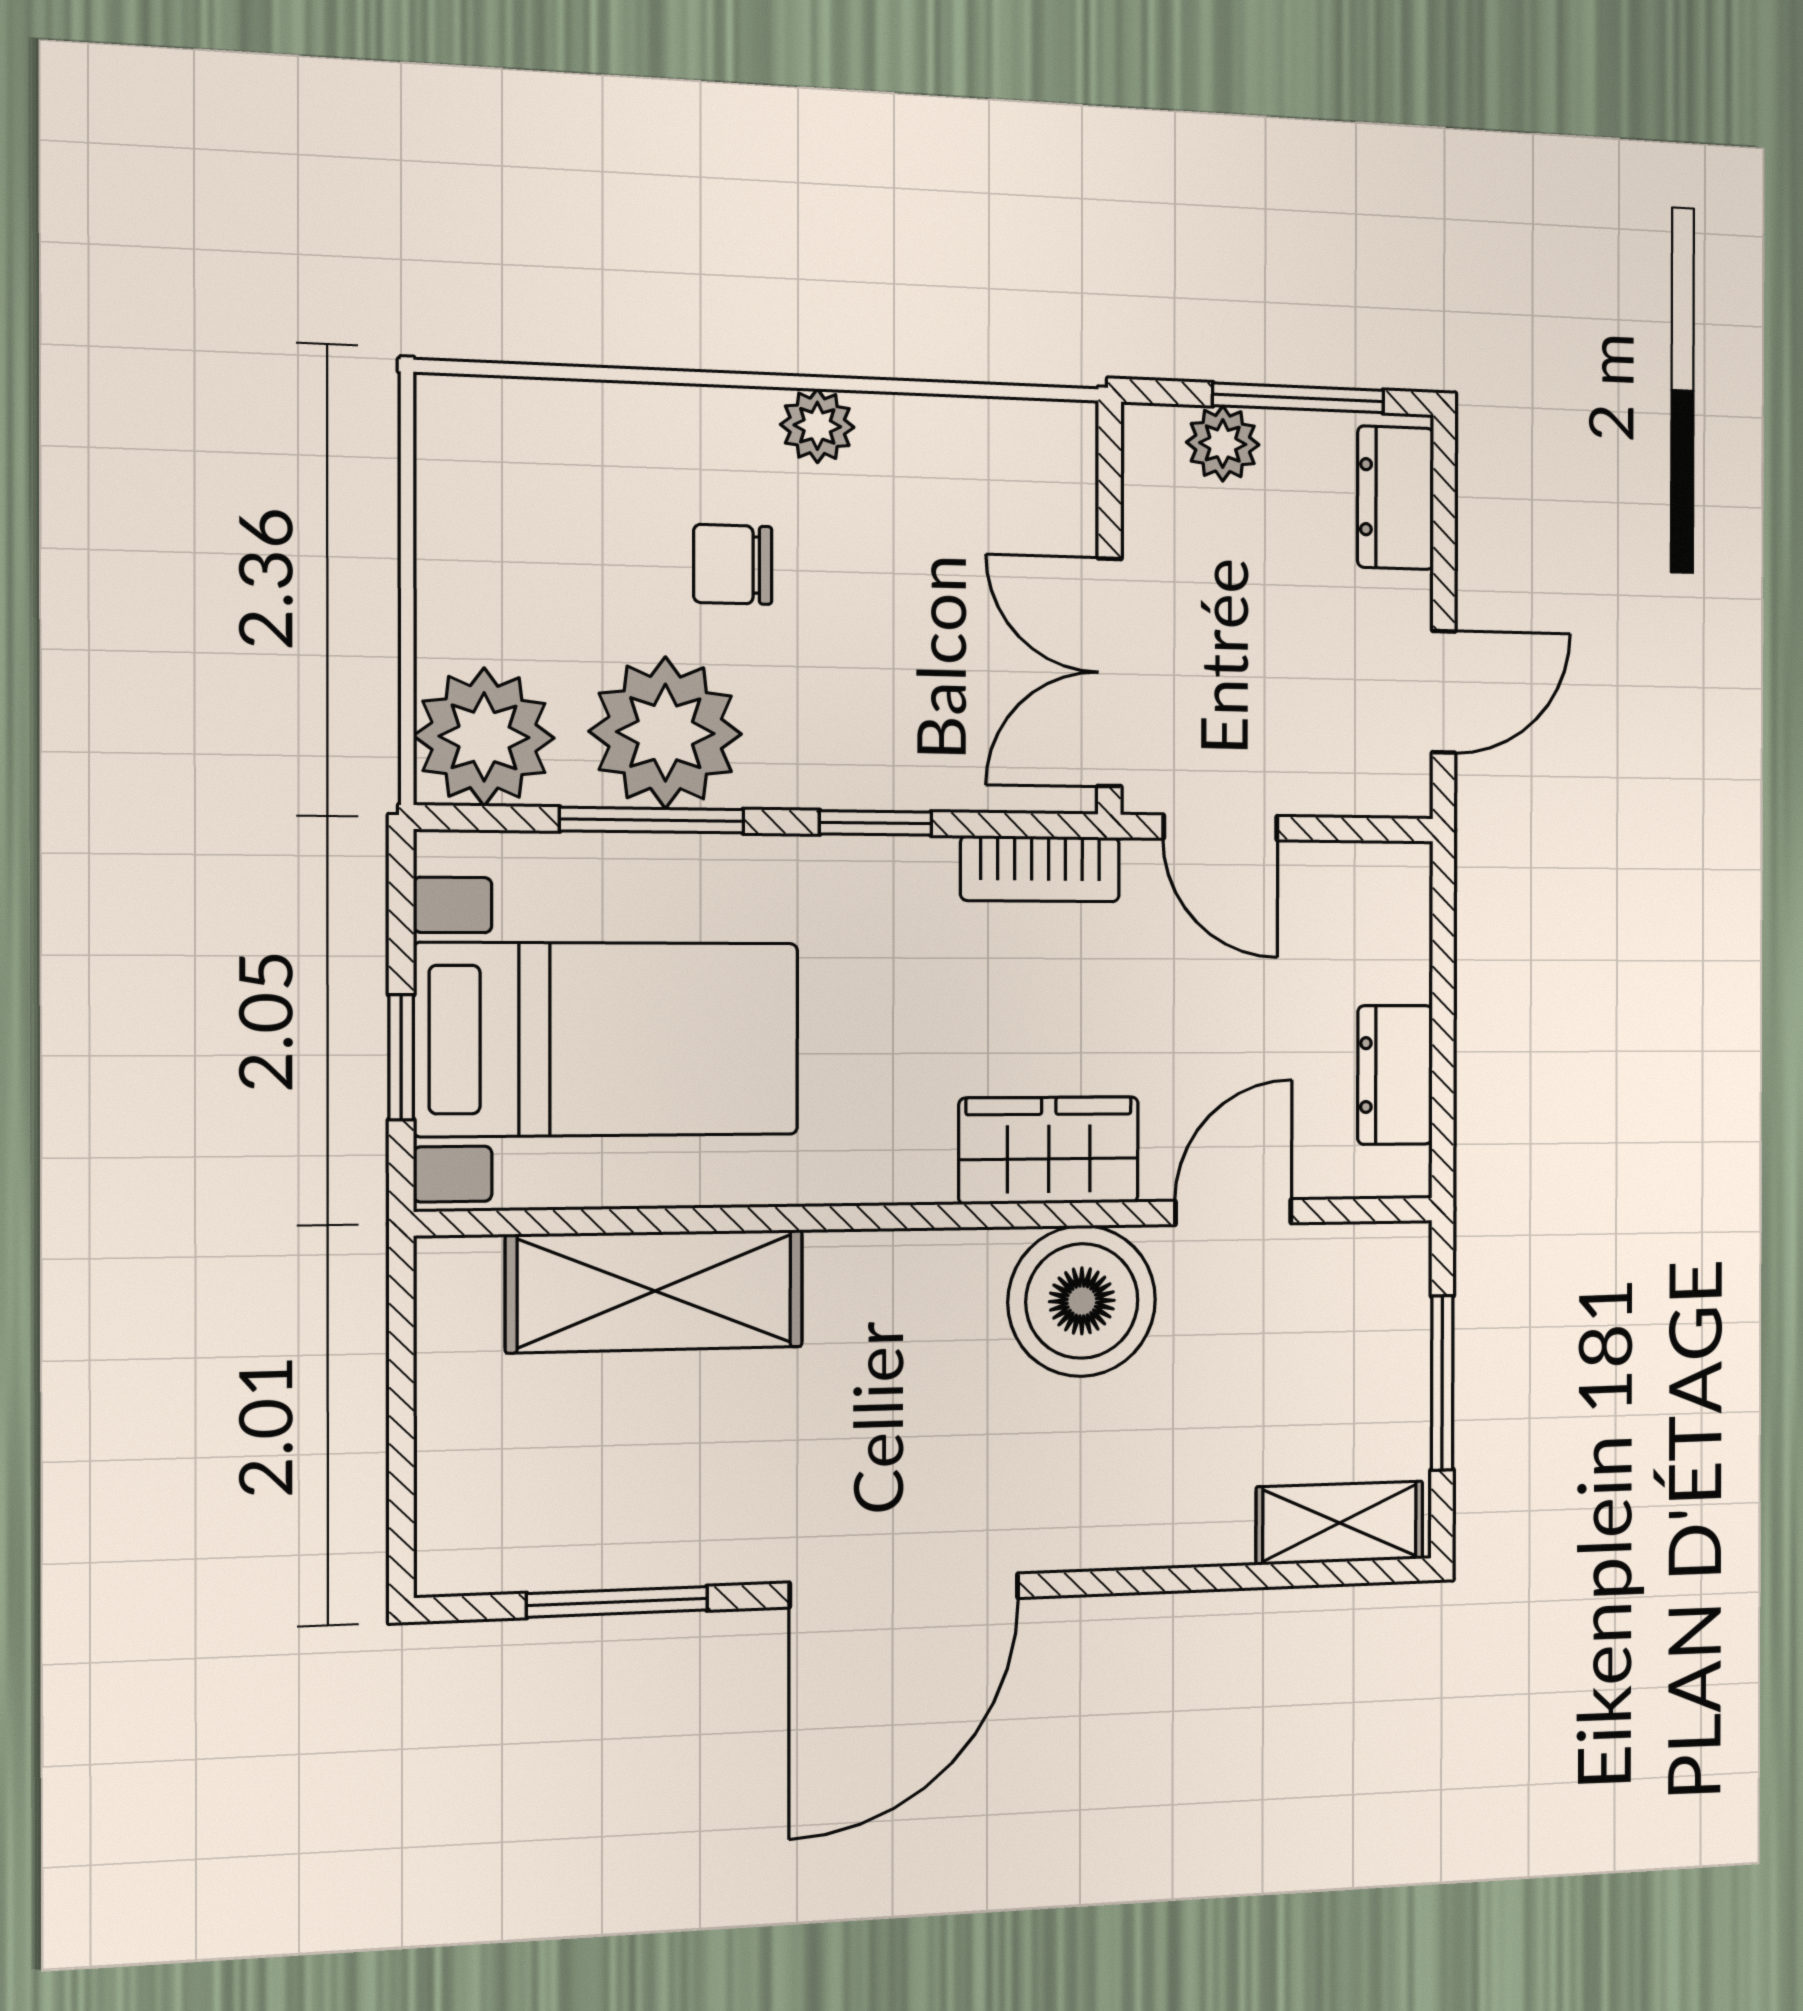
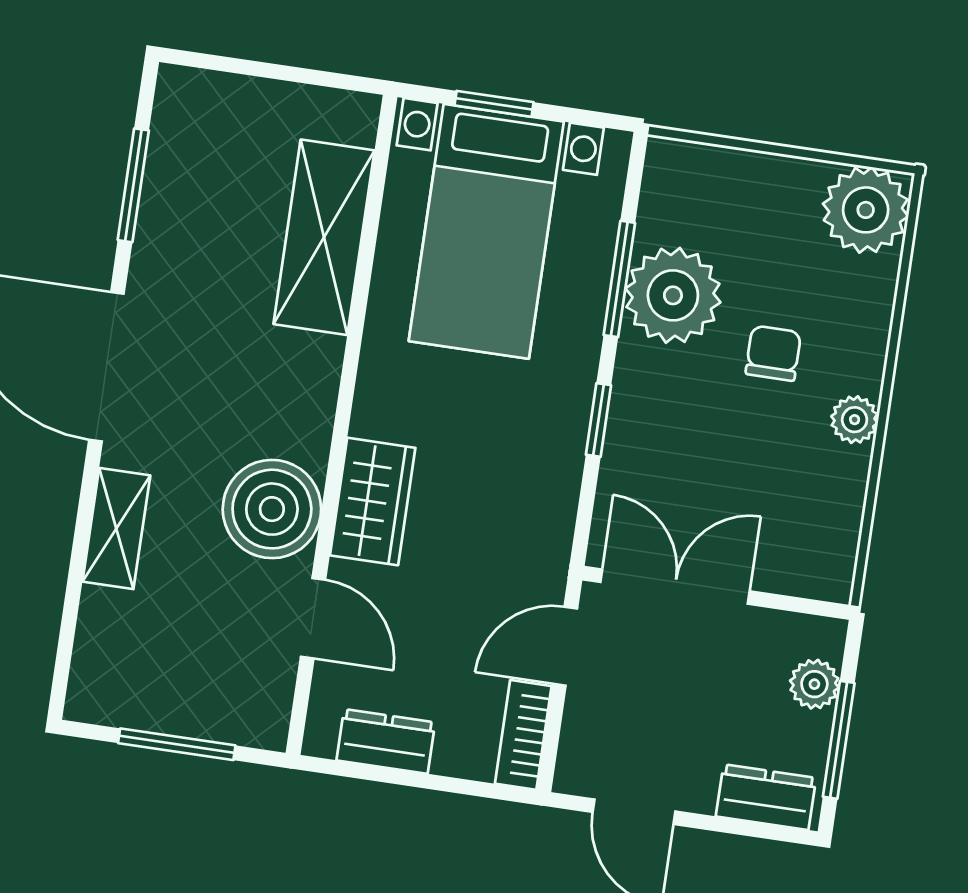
plant: (484, 737) -> (866, 210), moved
bookcase: (1040, 869) -> (523, 735), moved
shelving: (1340, 1523) -> (116, 529), moved

